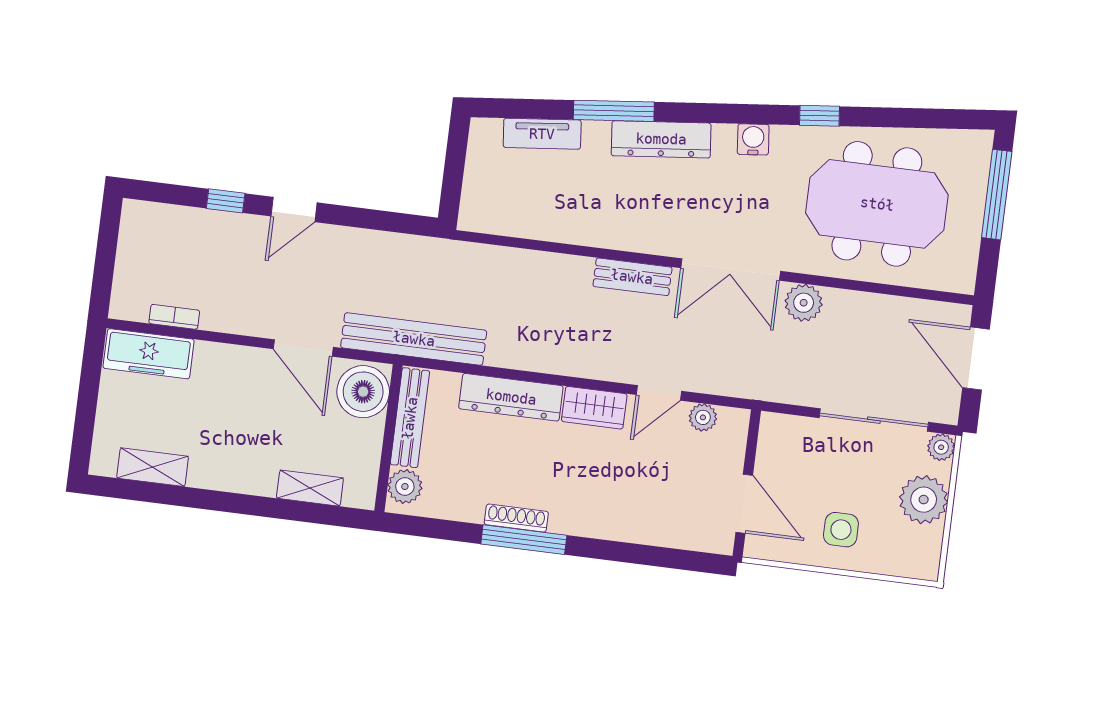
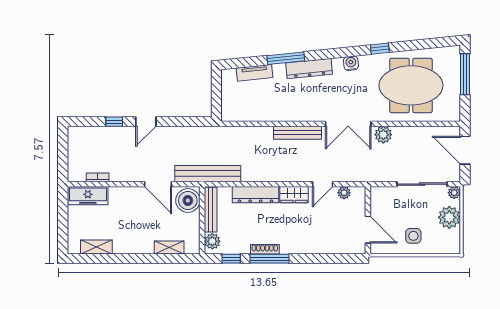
bench: (632, 277) -> (298, 133), width x1.36
window: (441, 529) -> (231, 259), added

